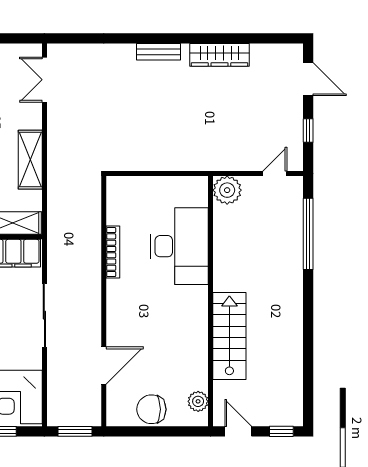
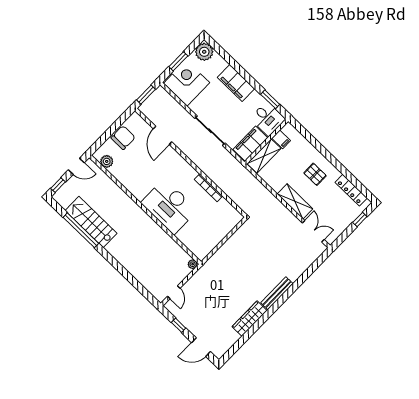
bench: (159, 52) -> (277, 293), width x1.36
shelving: (30, 160) -> (295, 201), moved
plant: (227, 190) -> (193, 264), width x0.53, depth x0.53
window: (308, 234) -> (81, 230), moved
desk: (179, 246) -> (169, 206), moved
stairs: (229, 336) -> (91, 222), moved, turned 180

